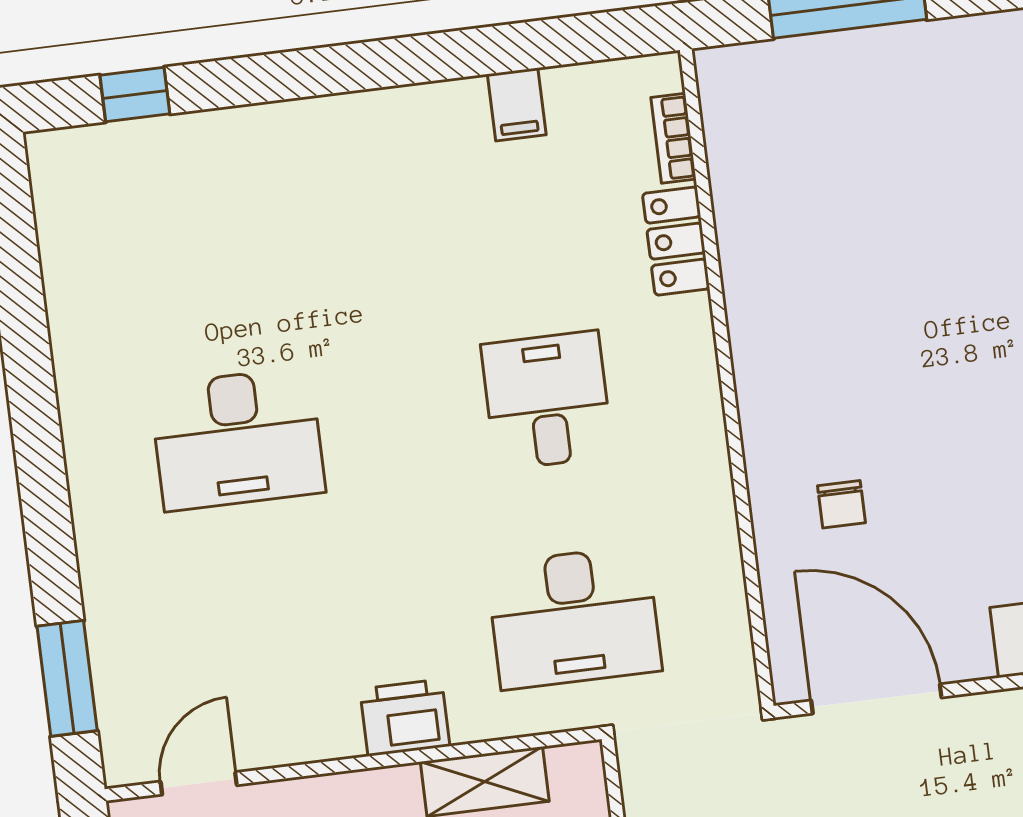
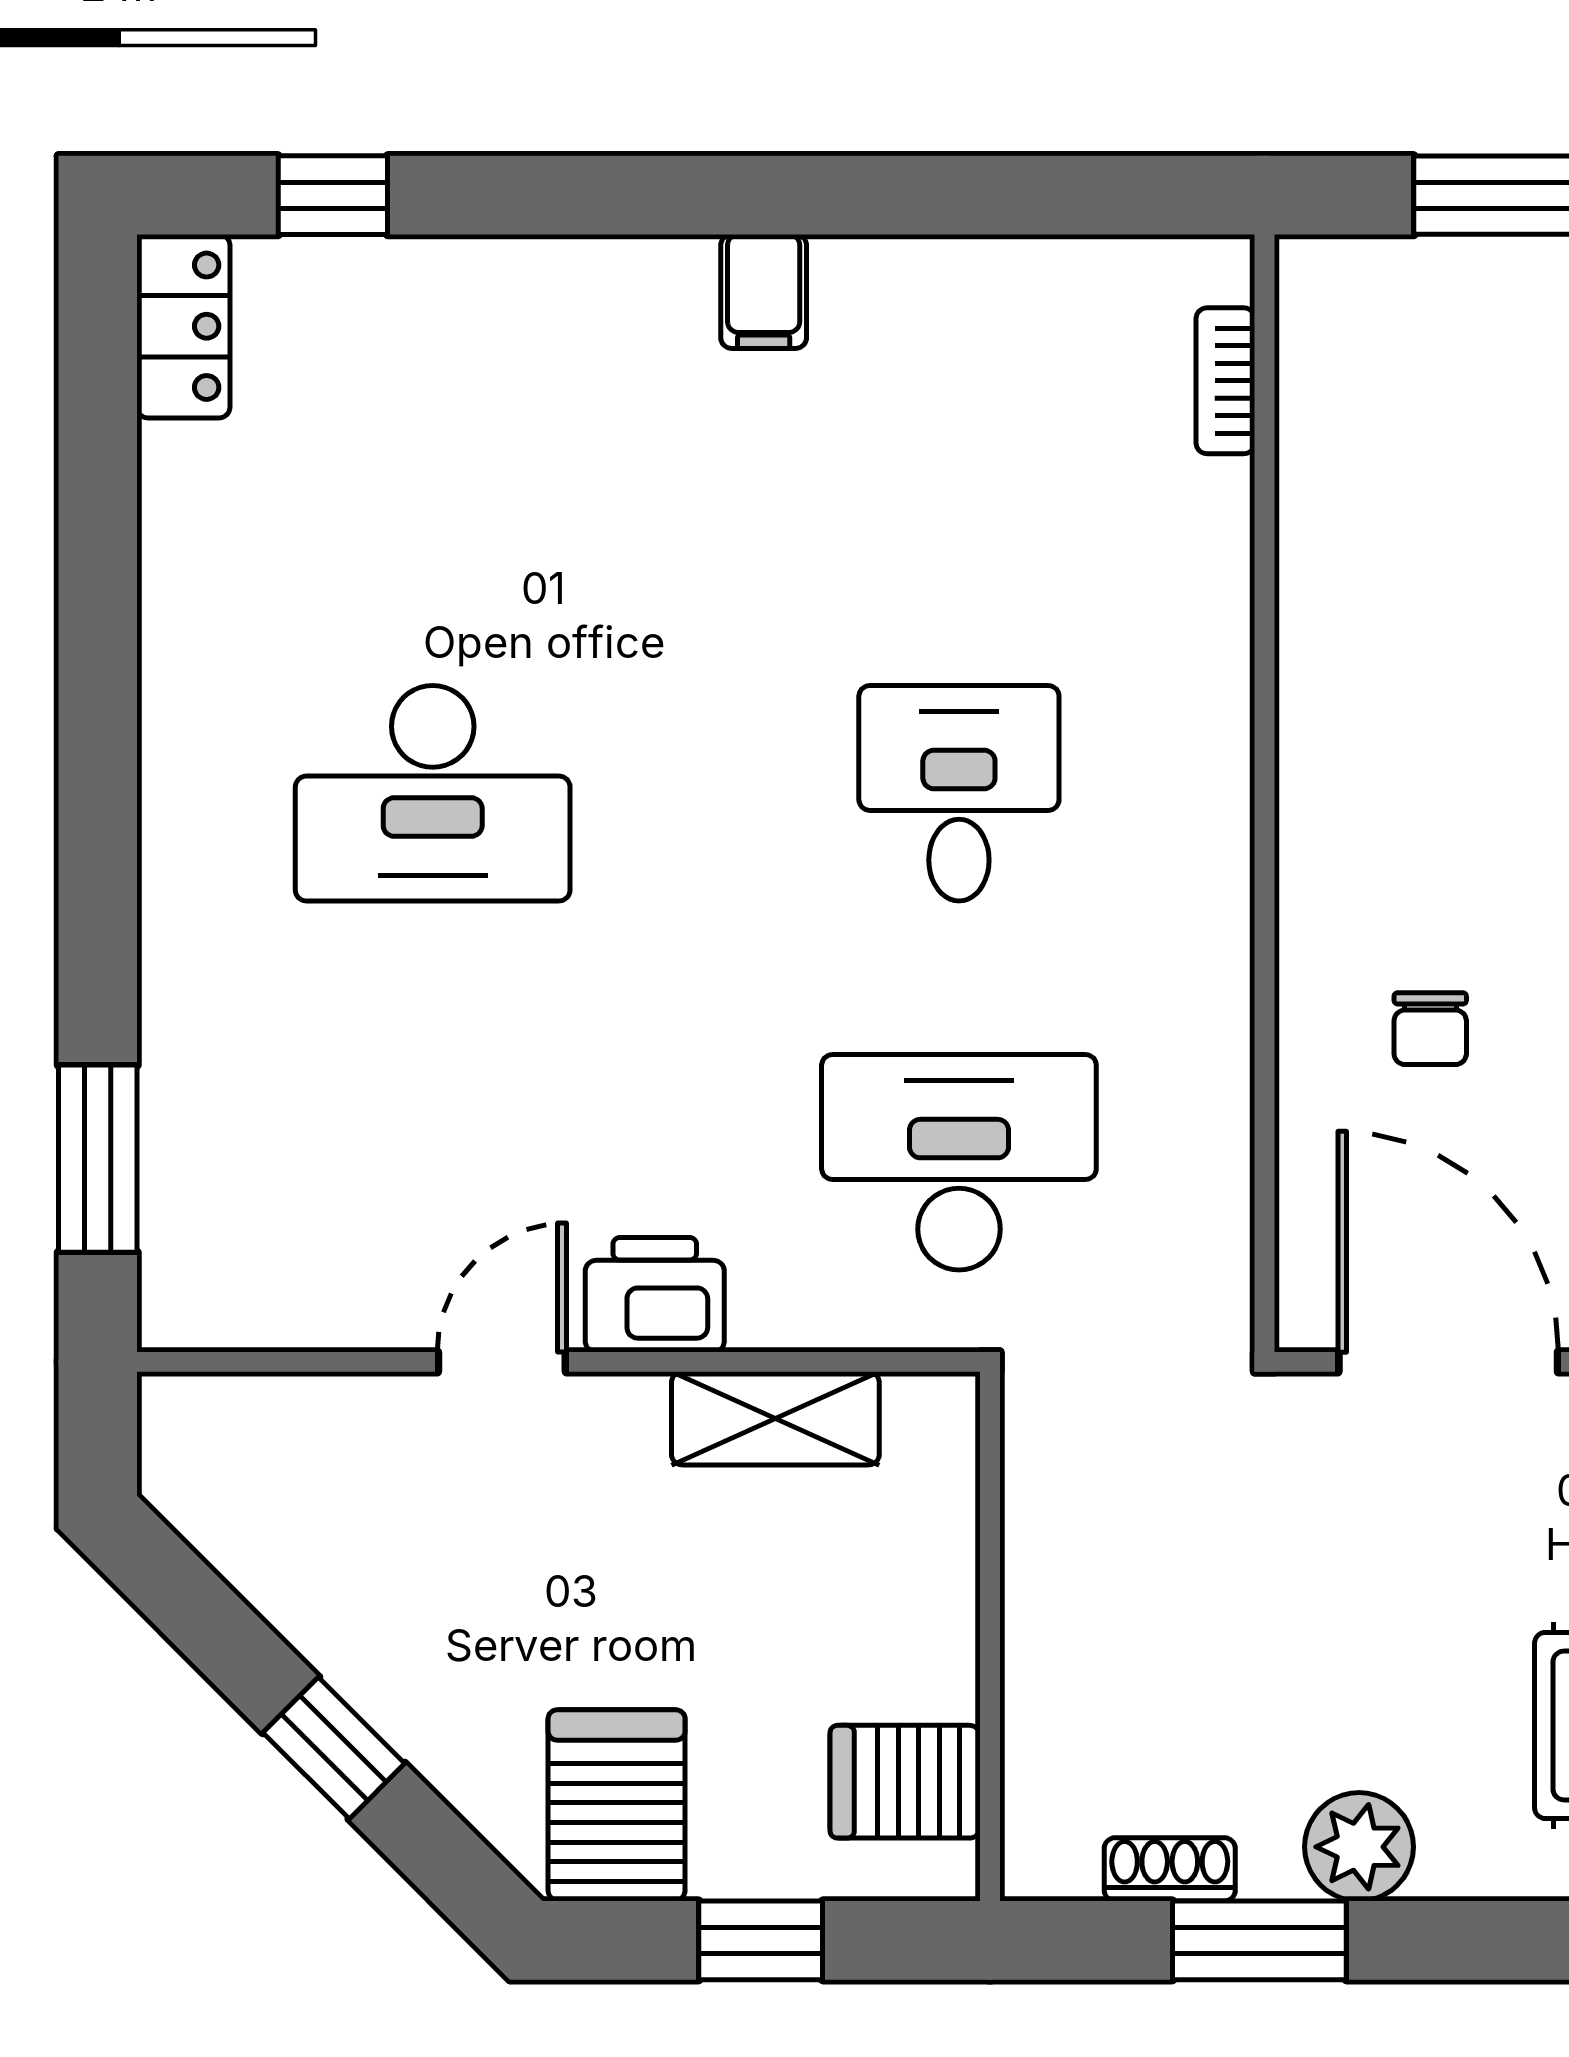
filing cabinet: (517, 104) -> (764, 291), moved
locker: (676, 241) -> (183, 326), moved, turned 180
desk: (574, 617) -> (959, 1162), turned 180
door: (199, 783) -> (502, 1362), moved

